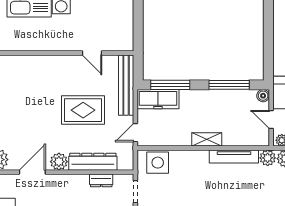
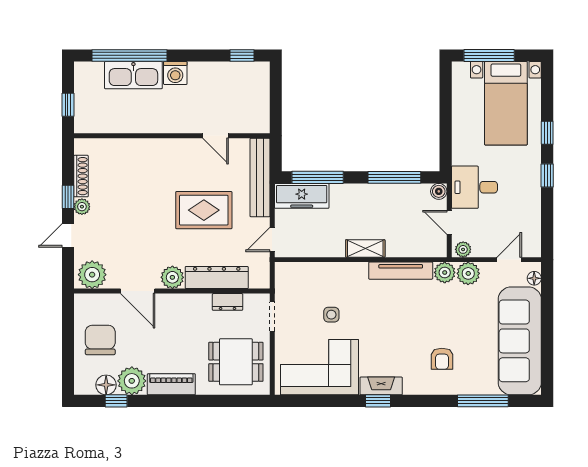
side table: (158, 163) -> (331, 315), moved, width x0.54, depth x0.54
door: (32, 172) -> (138, 291), swing flipped

